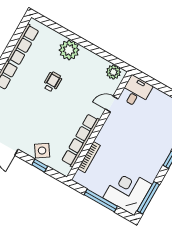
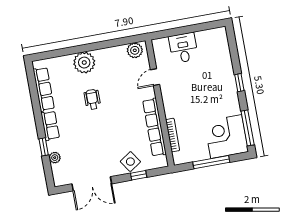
desk: (136, 92) -> (183, 48), moved

